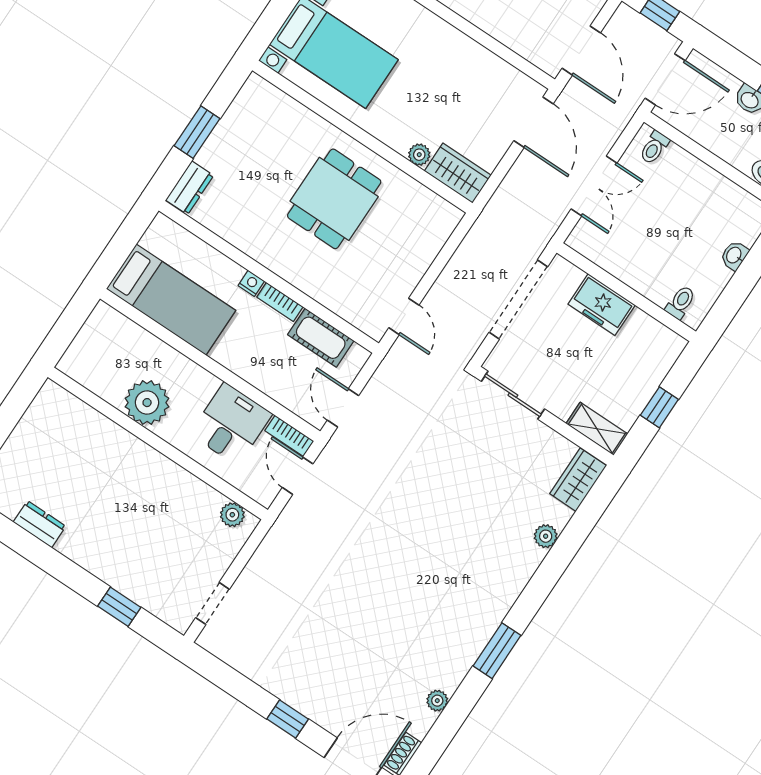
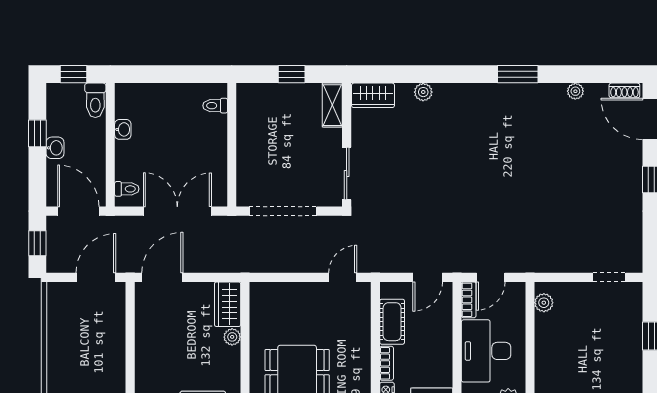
double door: (594, 186) -> (177, 211), width x1.37
washbasin: (734, 255) -> (123, 129), moved, turned -90
freezer: (602, 305) -> (250, 155), removed
desk: (231, 424) -> (486, 351), width x1.37

